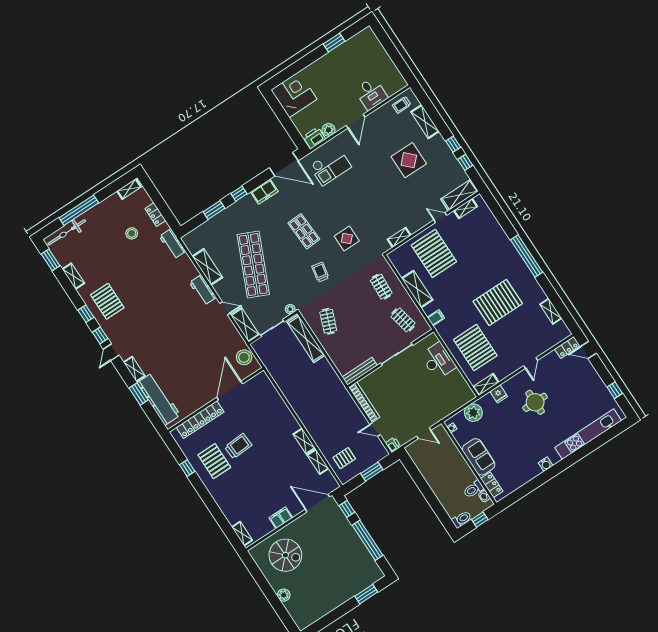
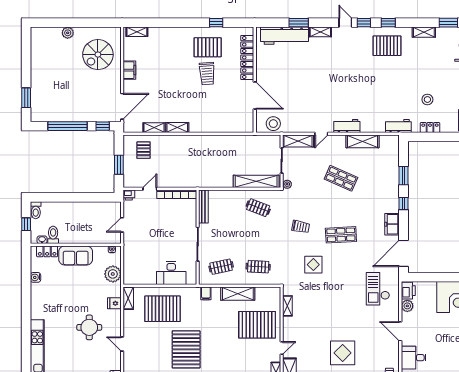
shop shelf: (253, 264) -> (341, 178), width x0.50, depth x0.74
water cooler: (546, 464) -> (36, 277), moved

